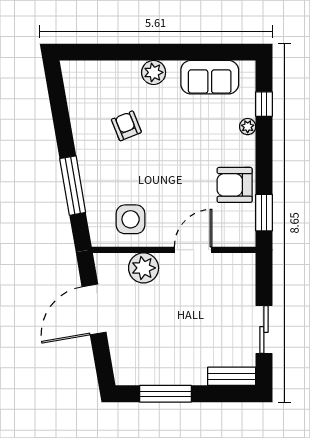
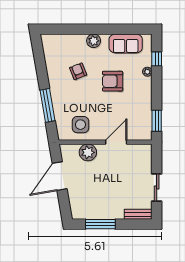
armchair: (235, 185) -> (113, 81), moved

